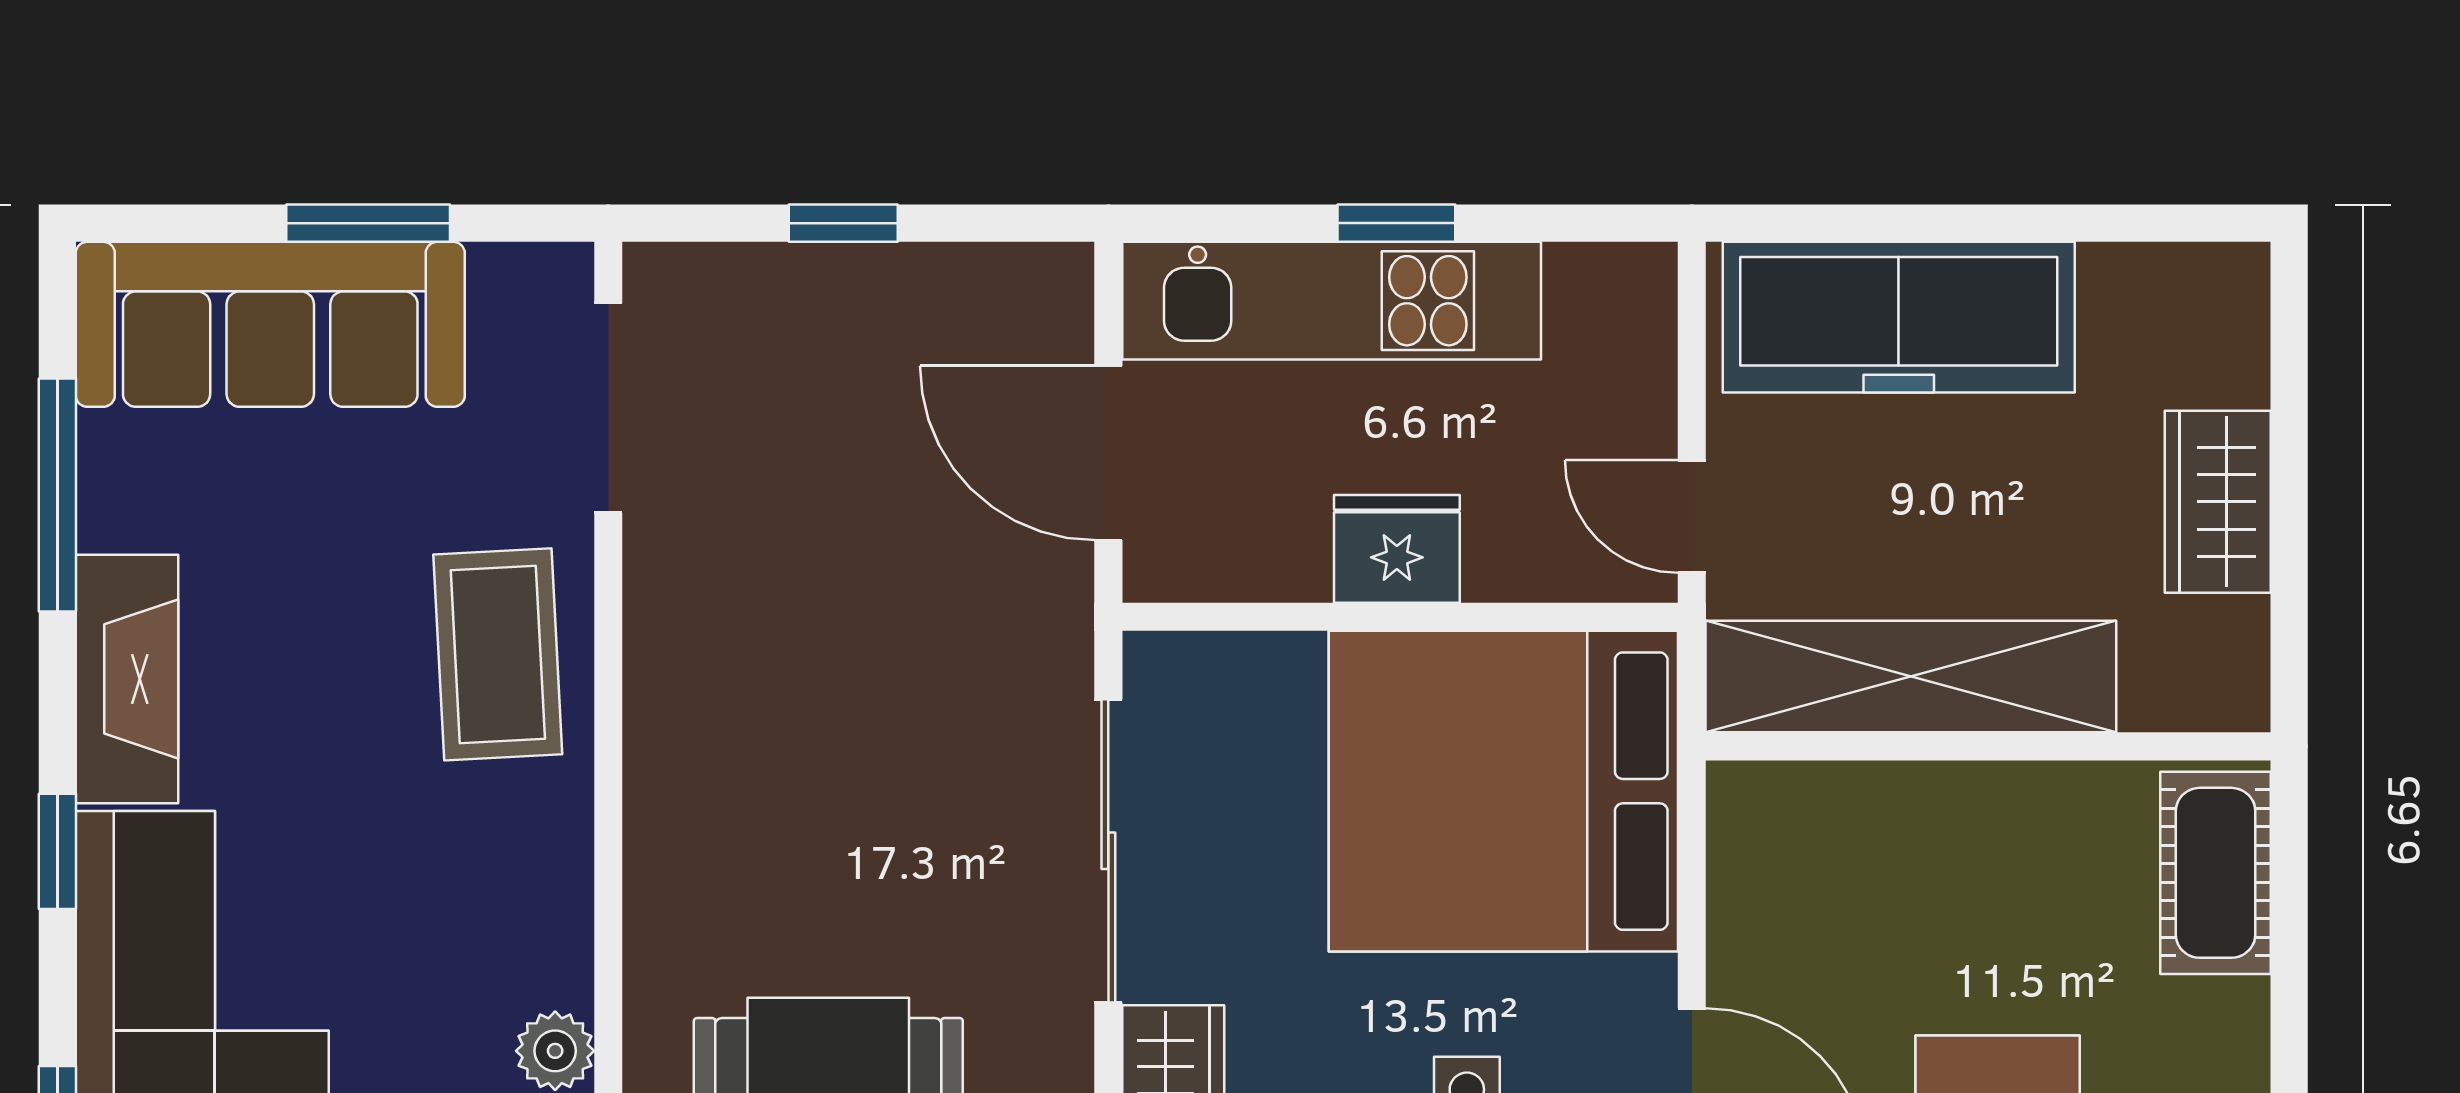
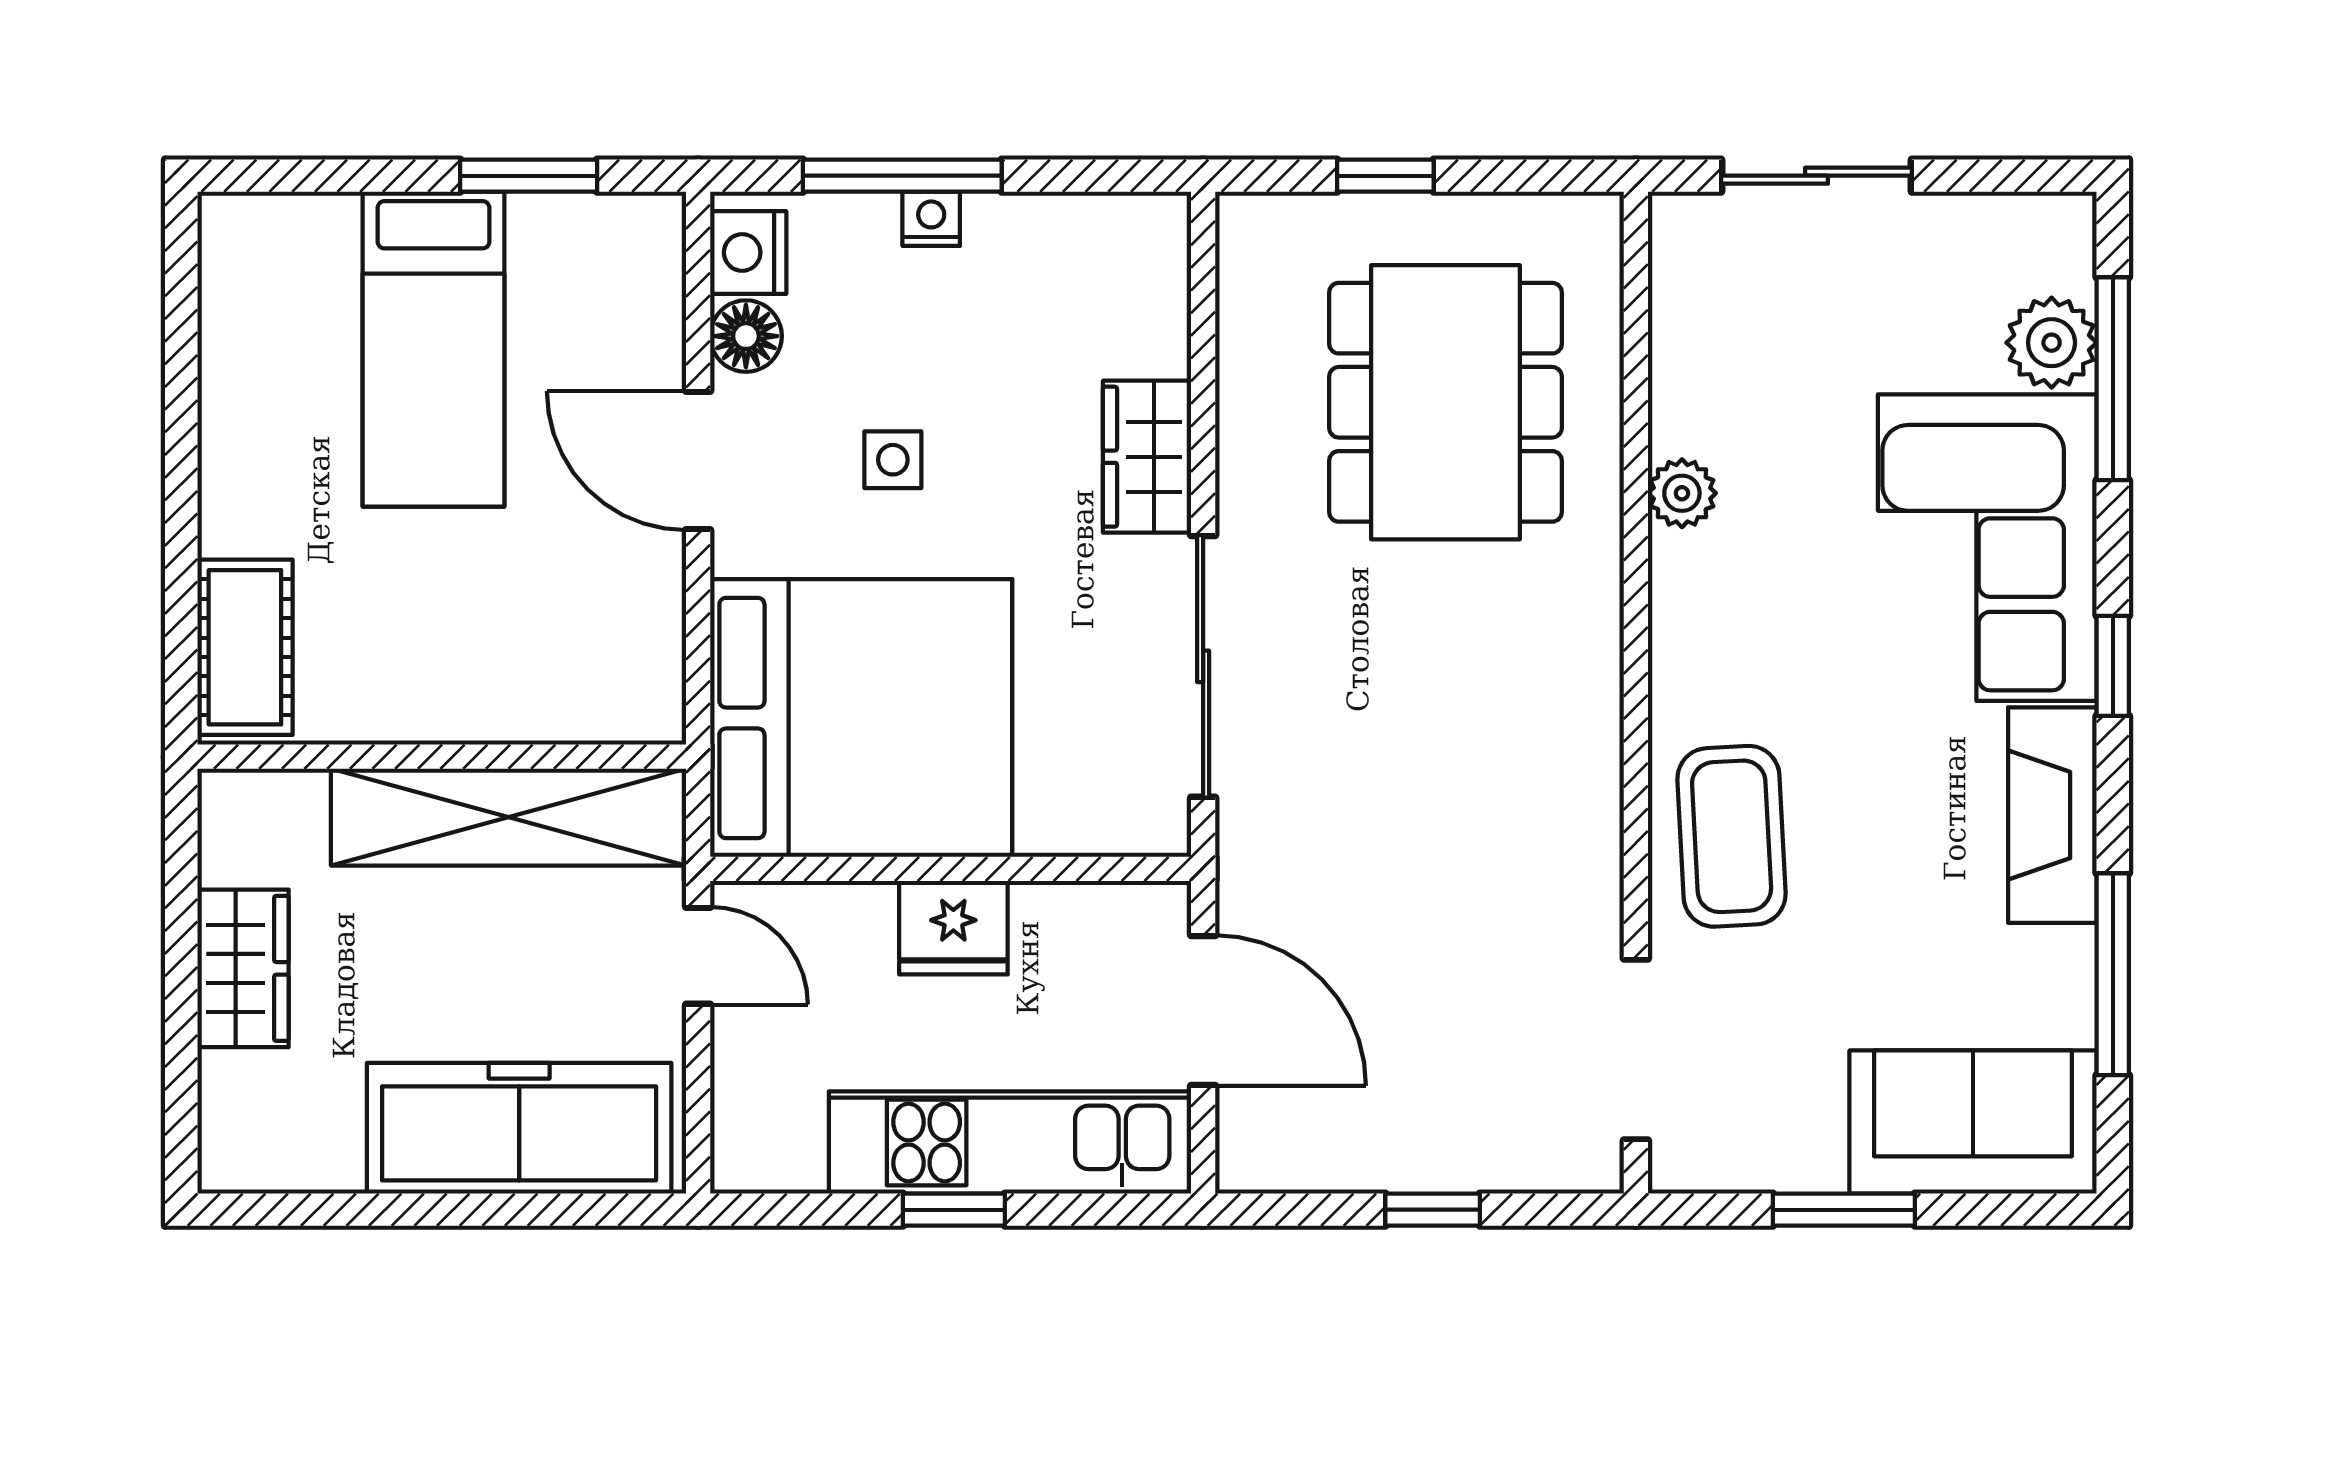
sofa: (270, 324) -> (1973, 1122), width x0.73

